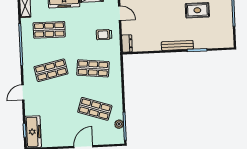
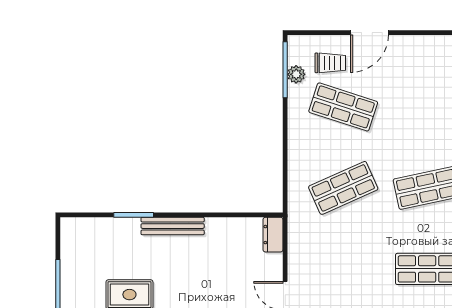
trolley: (104, 35) -> (330, 63), moved
shop shelf: (93, 68) -> (343, 188), turned -30

